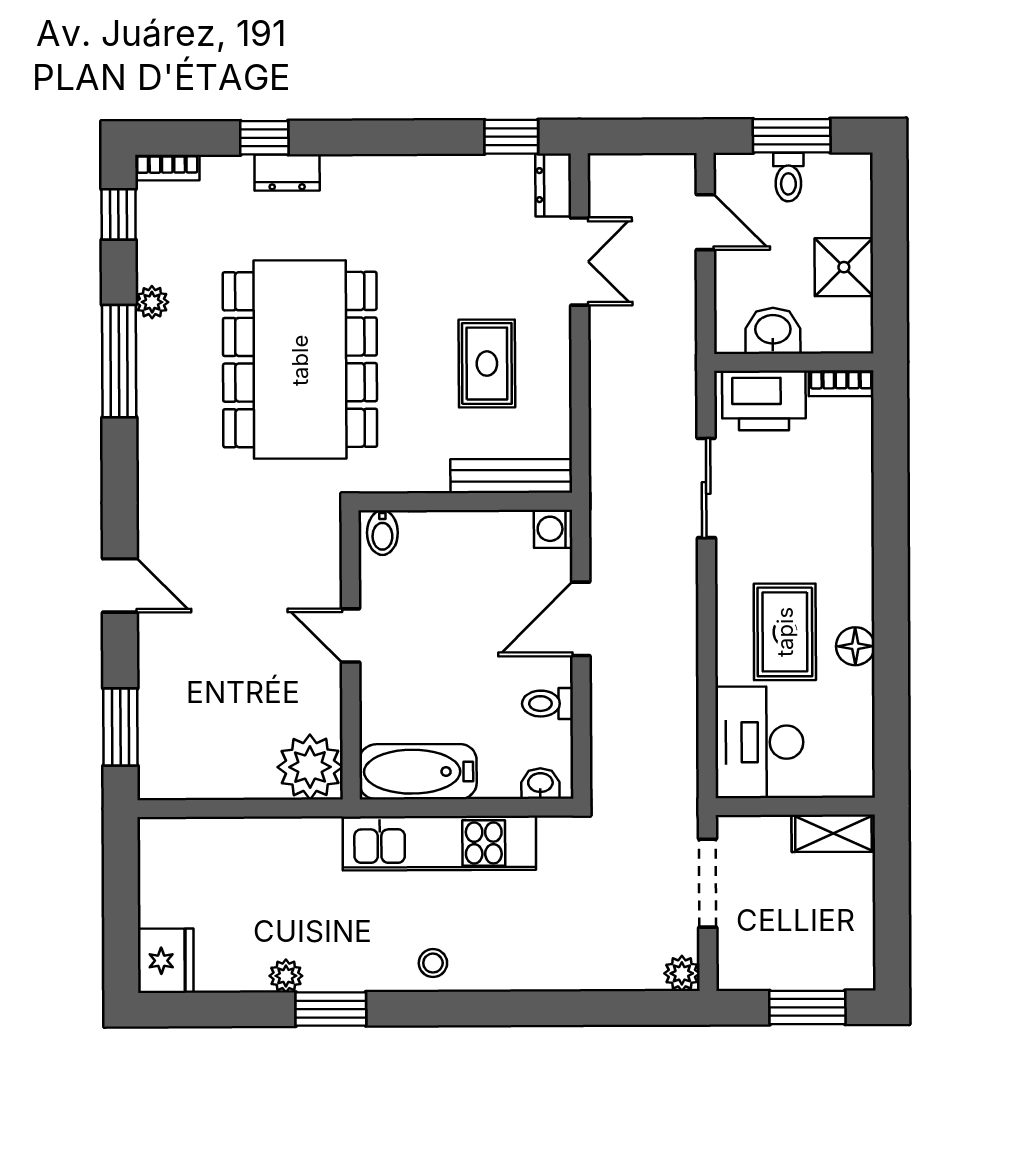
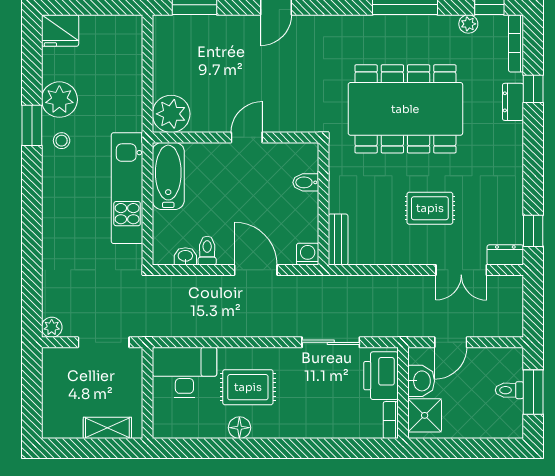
bookcase: (167, 168) -> (516, 43), width x1.56
door: (705, 222) -> (451, 342), moved
shower: (844, 267) -> (425, 415), moved
plant: (152, 302) -> (468, 24), moved
rug: (487, 364) -> (430, 208), moved
bench: (511, 476) -> (338, 240), width x0.73
bidet: (382, 533) -> (306, 182), moved
washbasin: (540, 784) -> (185, 256), moved, turned -90
shelving: (833, 833) -> (107, 428), moved, turned 90
stool: (433, 963) -> (62, 141), moved
plant: (286, 976) -> (59, 100), width x1.88, depth x1.88
window: (807, 1007) -> (32, 399), removed

